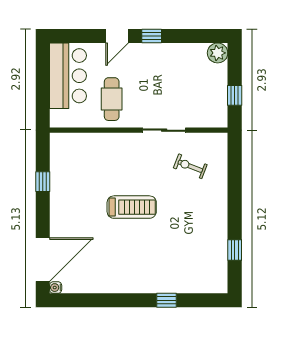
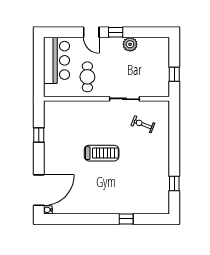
door: (117, 36) -> (91, 32), hinge flipped
plant: (218, 53) -> (130, 44), moved

